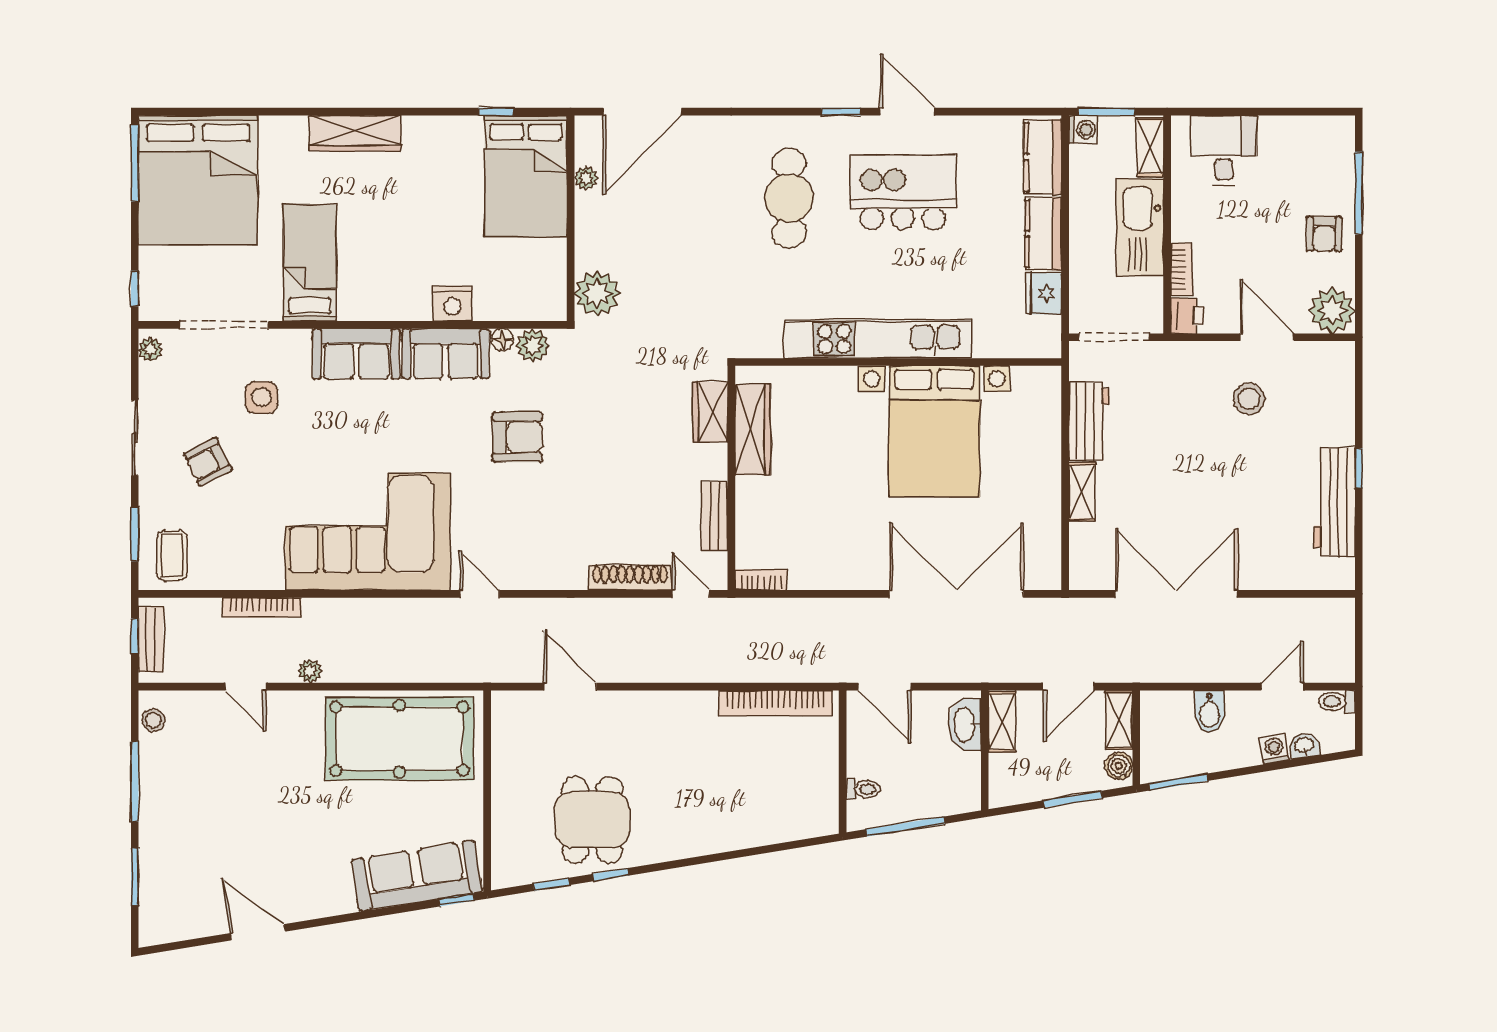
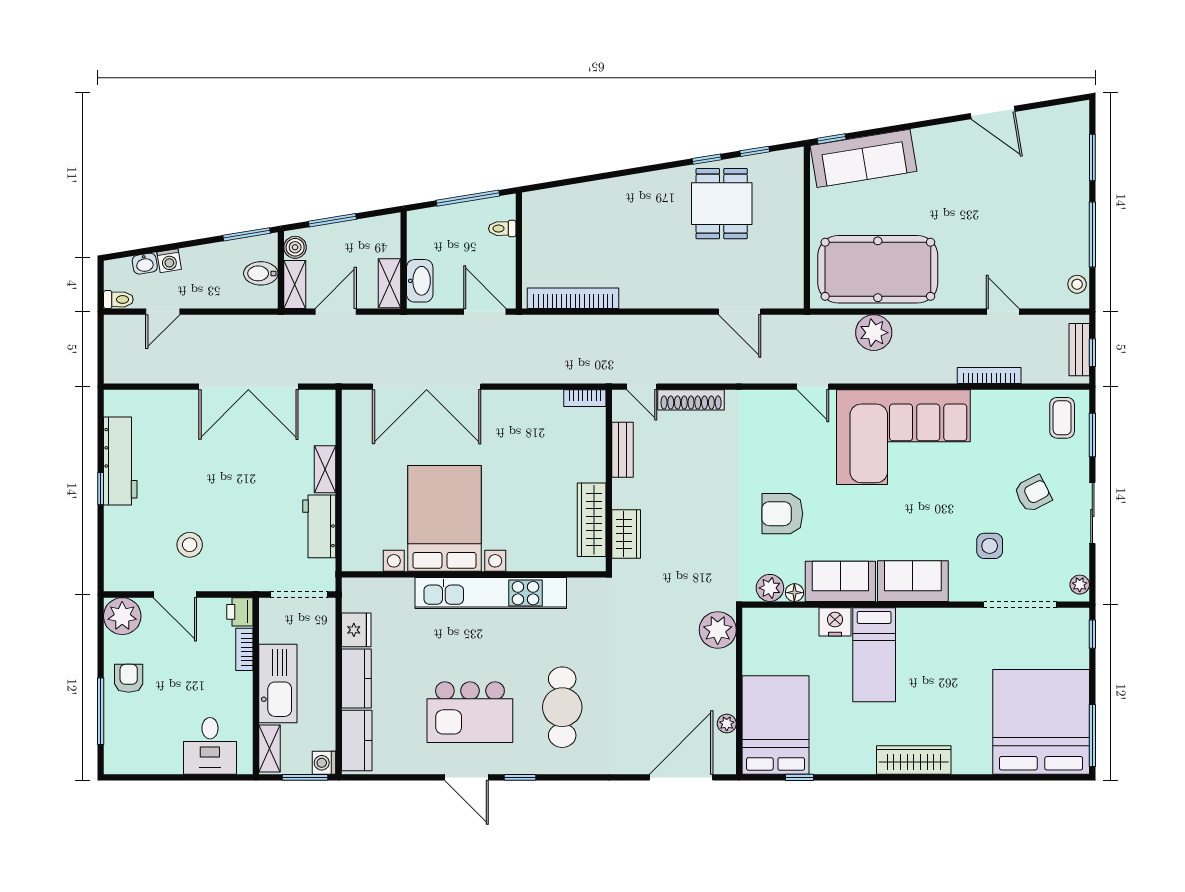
bed: (310, 263) -> (874, 655), moved
plant: (310, 671) -> (874, 333), moved, width x1.88, depth x1.88
bidet: (1209, 711) -> (261, 273), moved, turned -90

